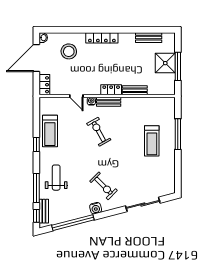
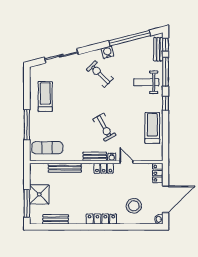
window: (178, 66) -> (27, 203), moved
locker: (111, 90) -> (104, 168), moved
bench: (135, 90) -> (65, 168), width x1.36
exercise mat: (157, 111) -> (47, 148), added
treadmill: (152, 141) -> (45, 96), moved
window: (36, 144) -> (165, 103), moved
weight bench: (56, 178) -> (146, 82), turned 90

